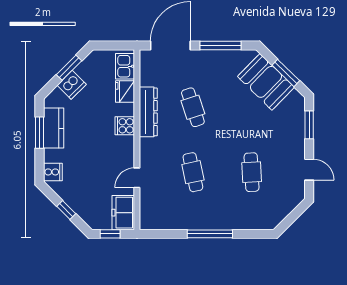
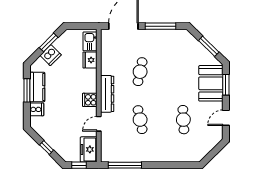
booth: (266, 82) -> (211, 83), moved, turned 46
cafe table: (193, 107) -> (140, 72), turned 30
dresser: (148, 112) -> (107, 94), moved
cooker: (125, 126) -> (90, 100), moved
door: (309, 170) -> (226, 118), swing flipped
cooker: (53, 172) -> (37, 109), moved
window: (210, 234) -> (125, 165), moved

